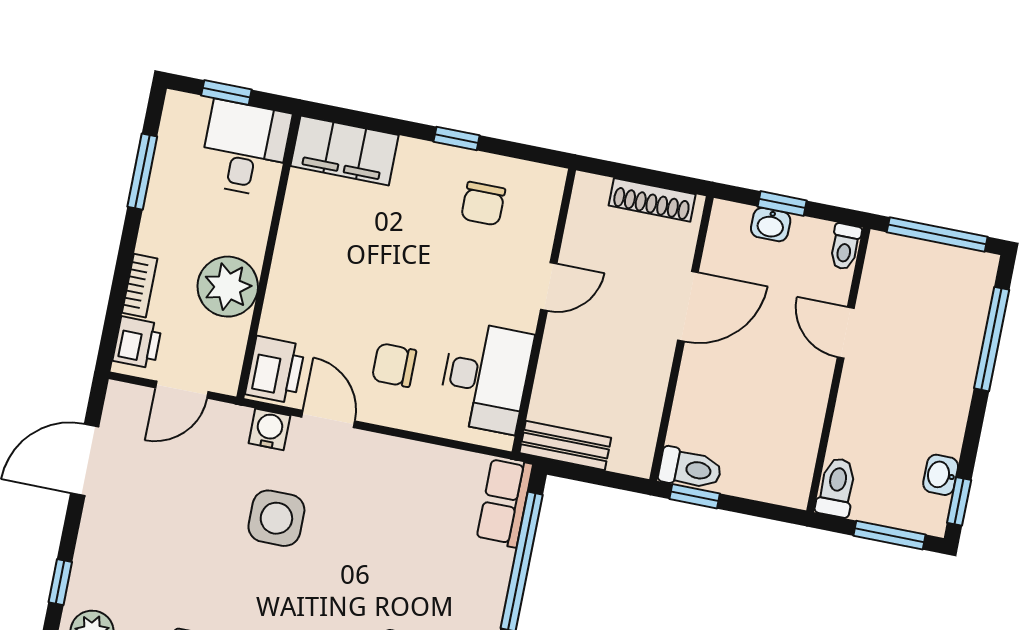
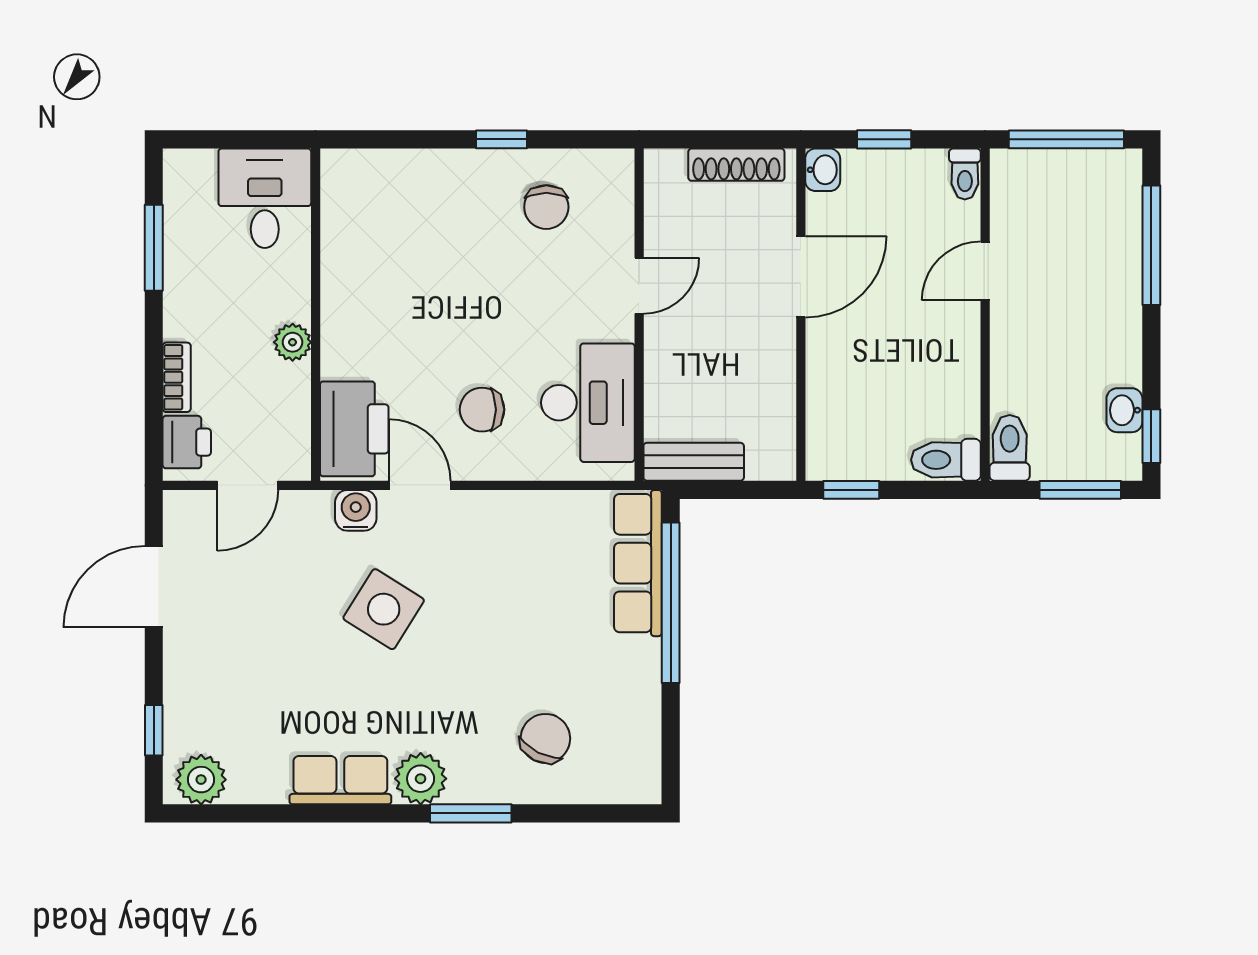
window: (226, 92) -> (231, 139), removed
filing cabinet: (345, 150) -> (378, 178), removed
washbasin: (771, 225) -> (823, 170), moved, turned -90
plant: (228, 287) -> (293, 342), width x0.53, depth x0.53
door: (846, 333) -> (985, 271), hinge flipped
printer: (275, 370) -> (354, 429), width x1.37, depth x1.19
toilet: (690, 469) -> (946, 460), moved, turned 180
row of seats: (505, 502) -> (638, 563), width x1.48
side table: (276, 518) -> (384, 609), turned 32

